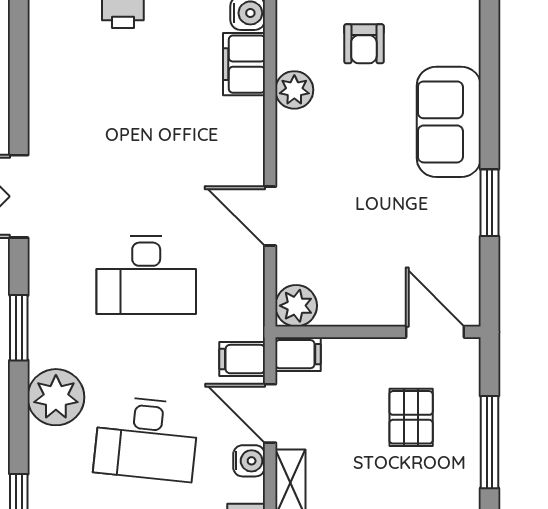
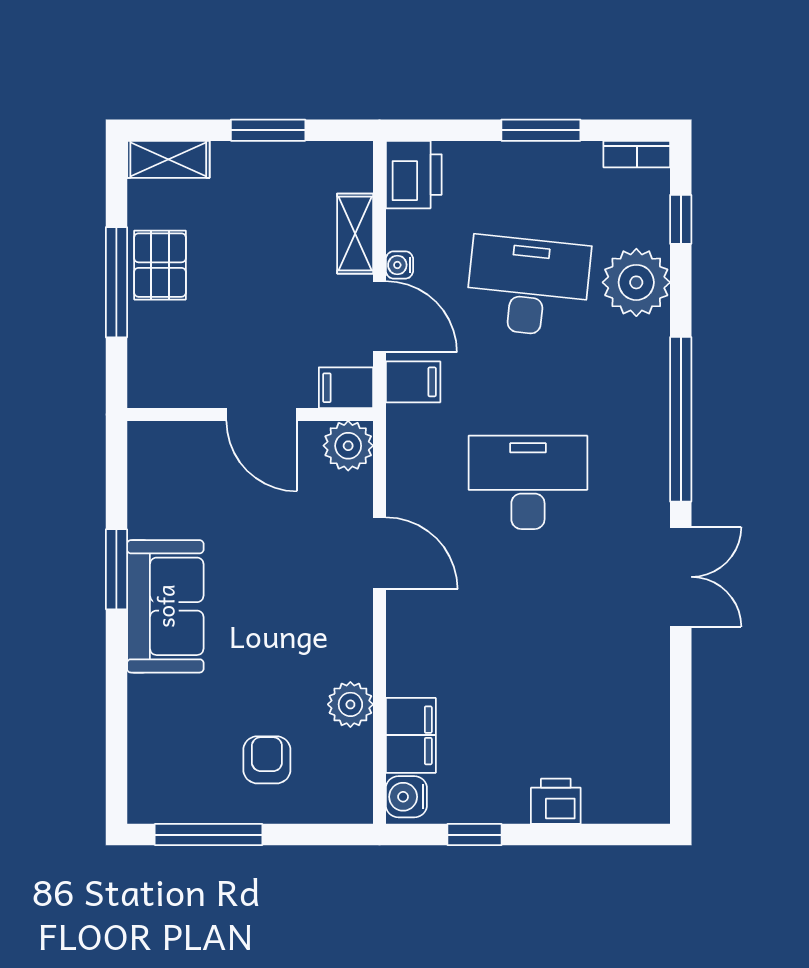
sofa: (449, 122) -> (165, 606), moved
window: (19, 328) -> (681, 419), width x2.11
door: (435, 332) -> (262, 414), moved
plant: (56, 397) -> (636, 282), moved
pallet: (411, 417) -> (160, 265), moved
water cooler: (249, 461) -> (399, 265), width x0.72, depth x0.72

